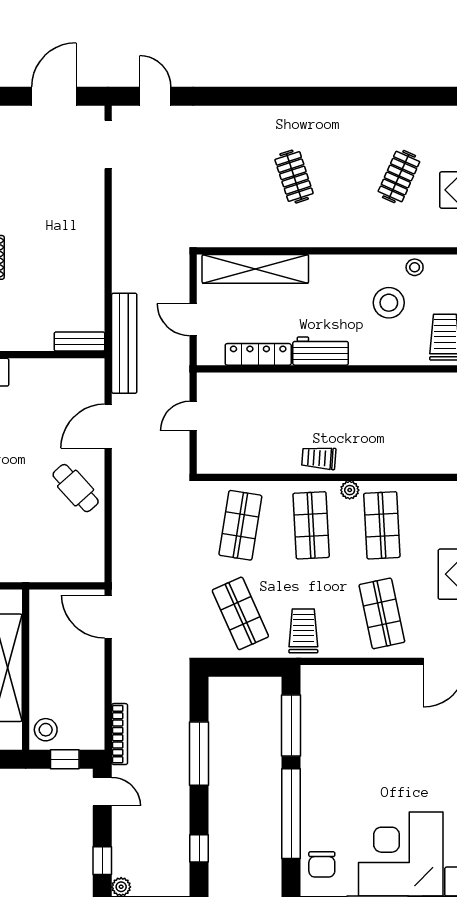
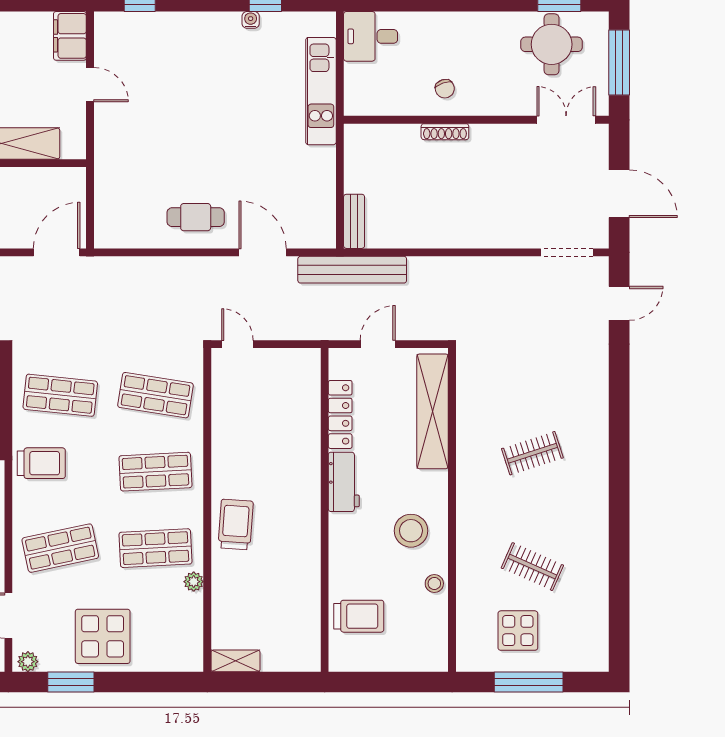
stool: (389, 303) -> (411, 531), moved
door: (193, 416) -> (237, 344), moved
trolley: (319, 458) -> (236, 525), moved, width x1.36, depth x1.39
cafe table: (76, 488) -> (196, 217), turned 42
plant: (350, 490) -> (194, 582), moved
shop shelf: (240, 613) -> (60, 395), turned 30

